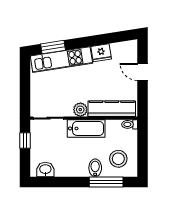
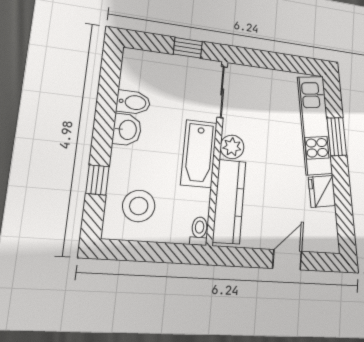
window: (53, 47) -> (337, 137), moved
bidet: (95, 168) -> (133, 102), moved
washbasin: (45, 170) -> (127, 130), moved
window: (106, 182) -> (97, 180), width x0.46

